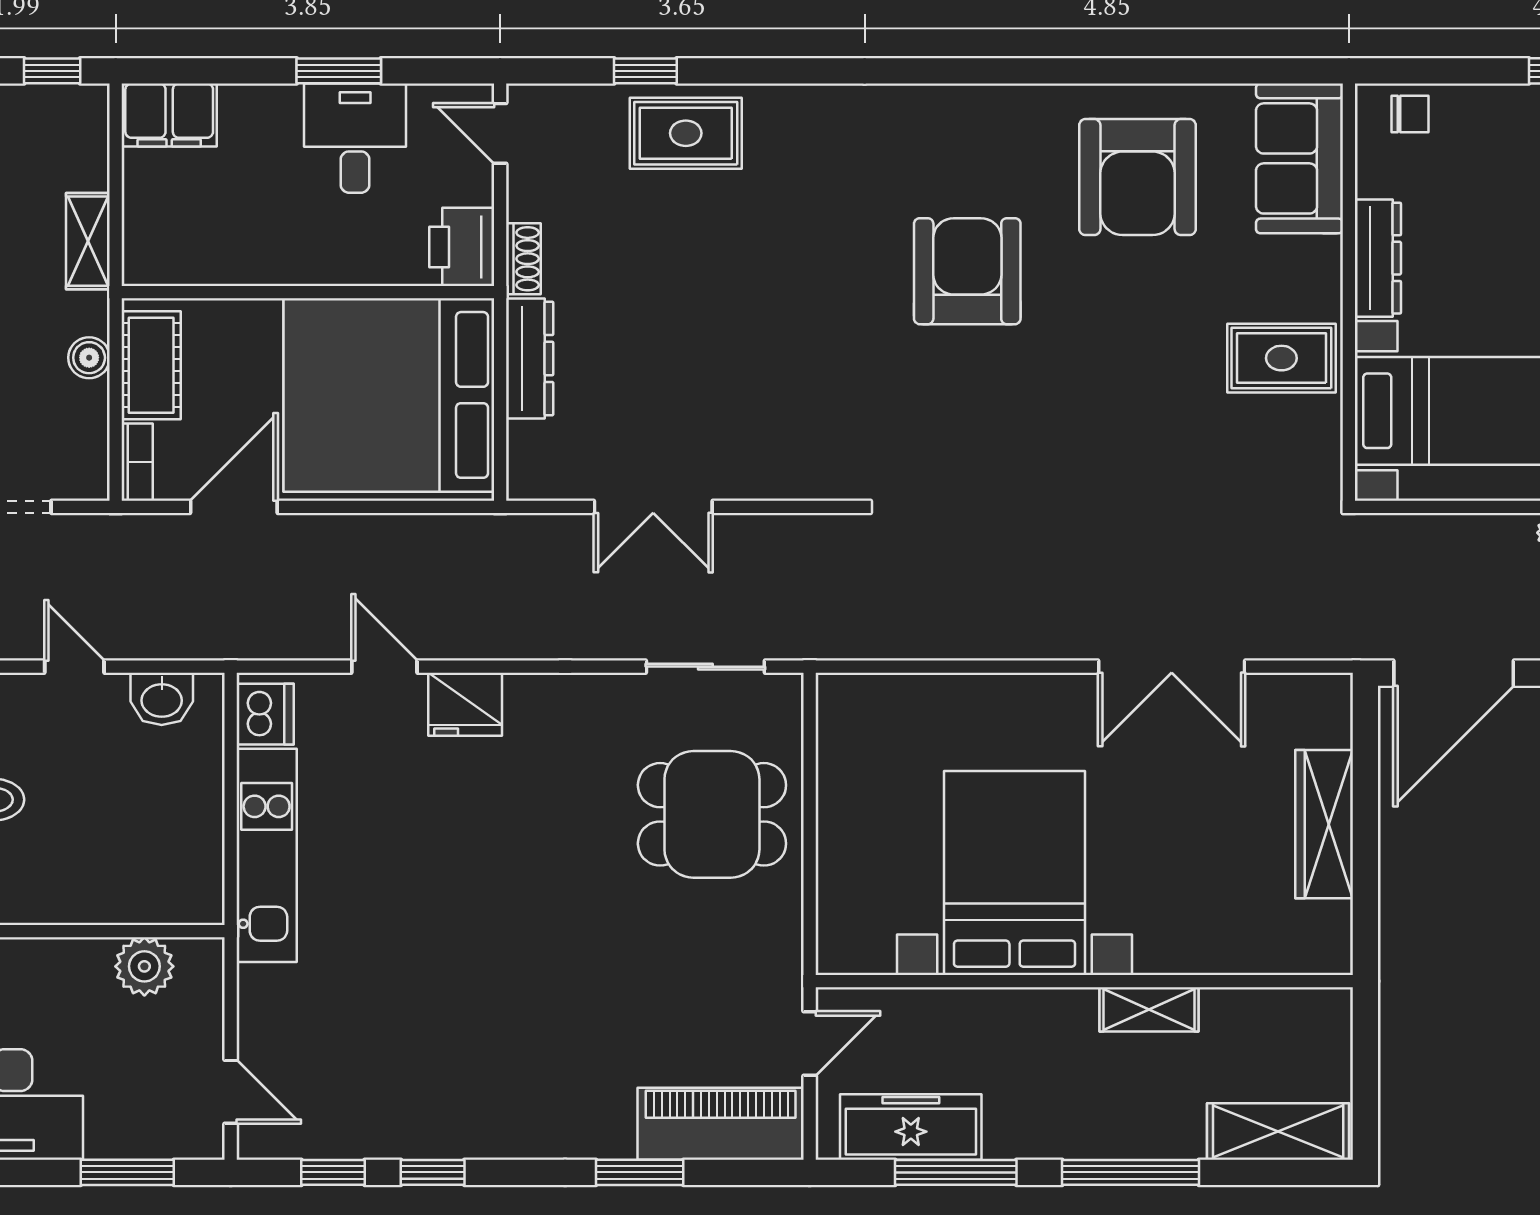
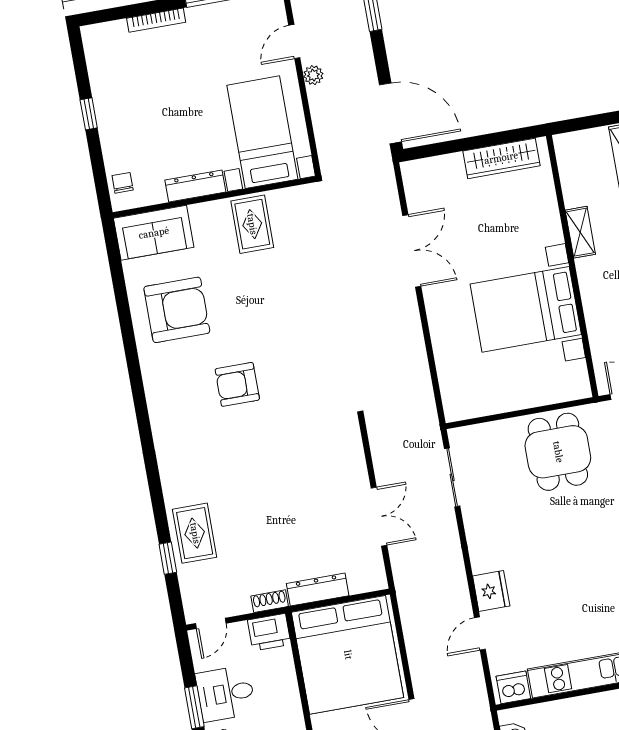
armchair: (967, 271) -> (237, 384), width x0.73, depth x0.73
dining table: (712, 814) -> (558, 452), moved
wardrobe: (1324, 824) -> (501, 158), moved

